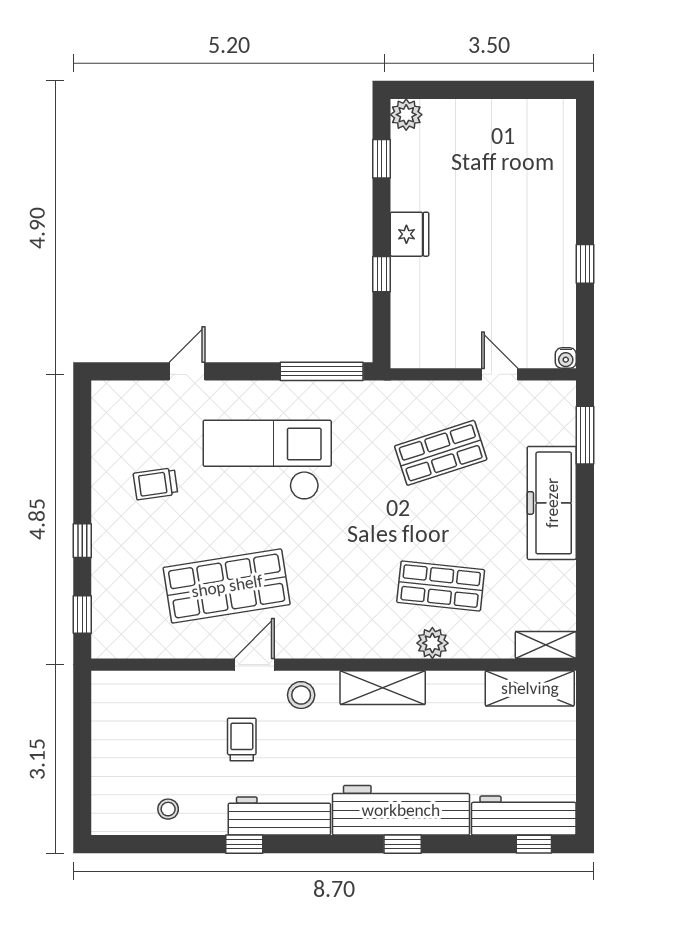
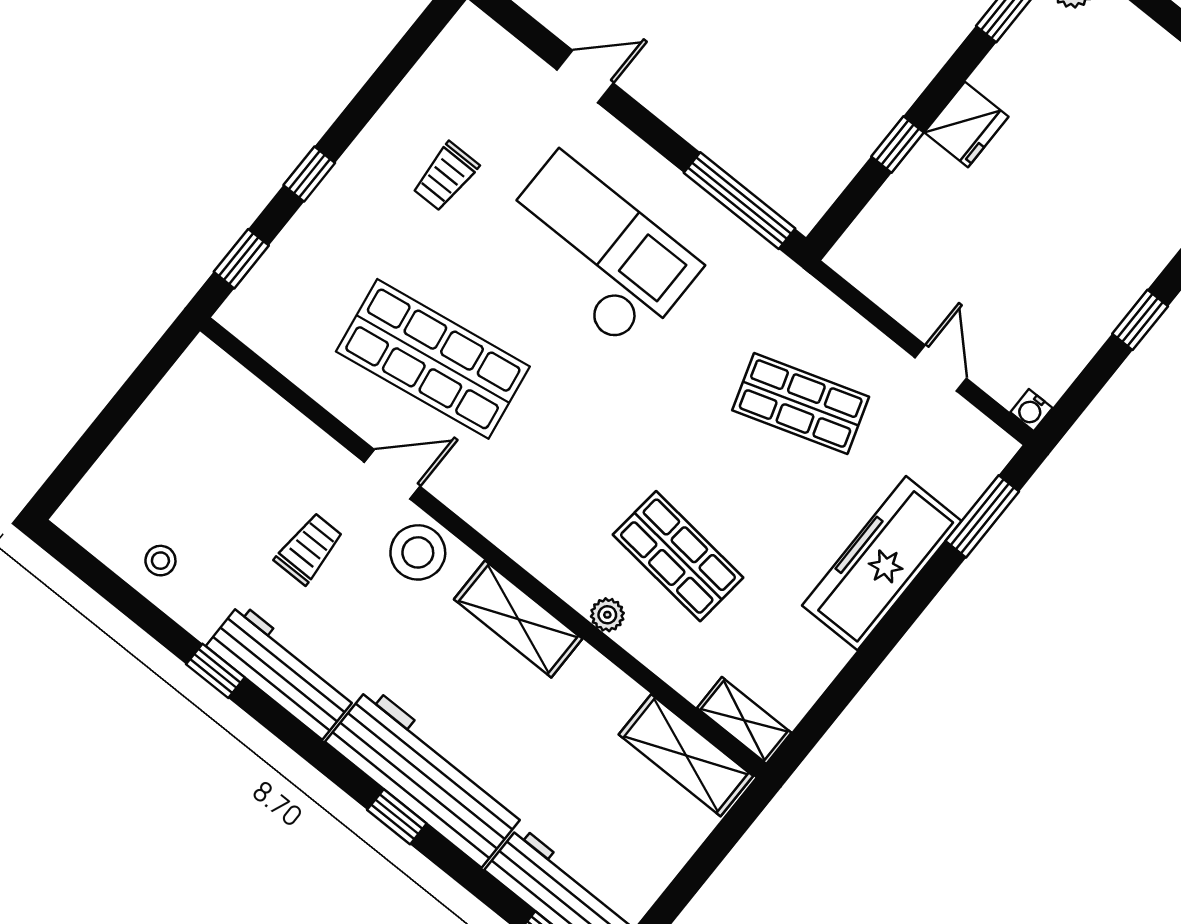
trolley: (156, 484) -> (446, 176), turned -82
plant: (432, 643) -> (607, 615), width x0.73, depth x0.73
stool: (301, 695) -> (418, 552), width x1.38, depth x1.38

